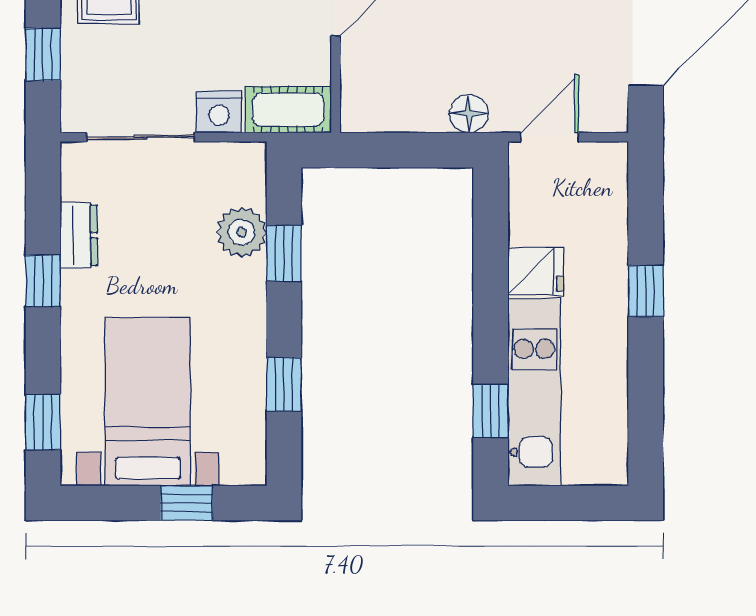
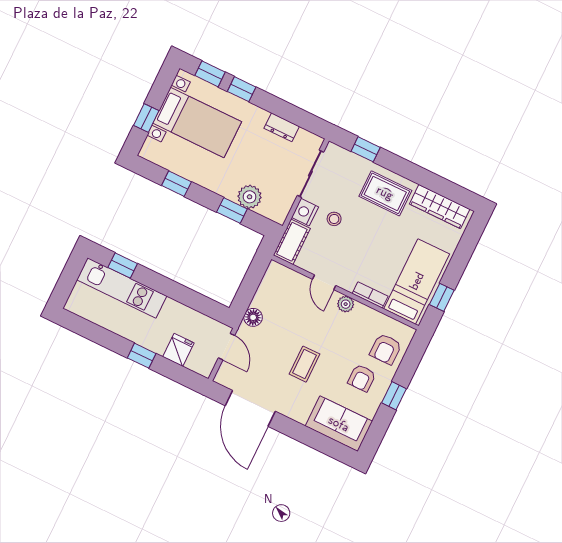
stool: (205, 50) -> (334, 219), added
fridge: (536, 271) -> (178, 350), moved, turned 180
window: (43, 281) -> (242, 89), moved

